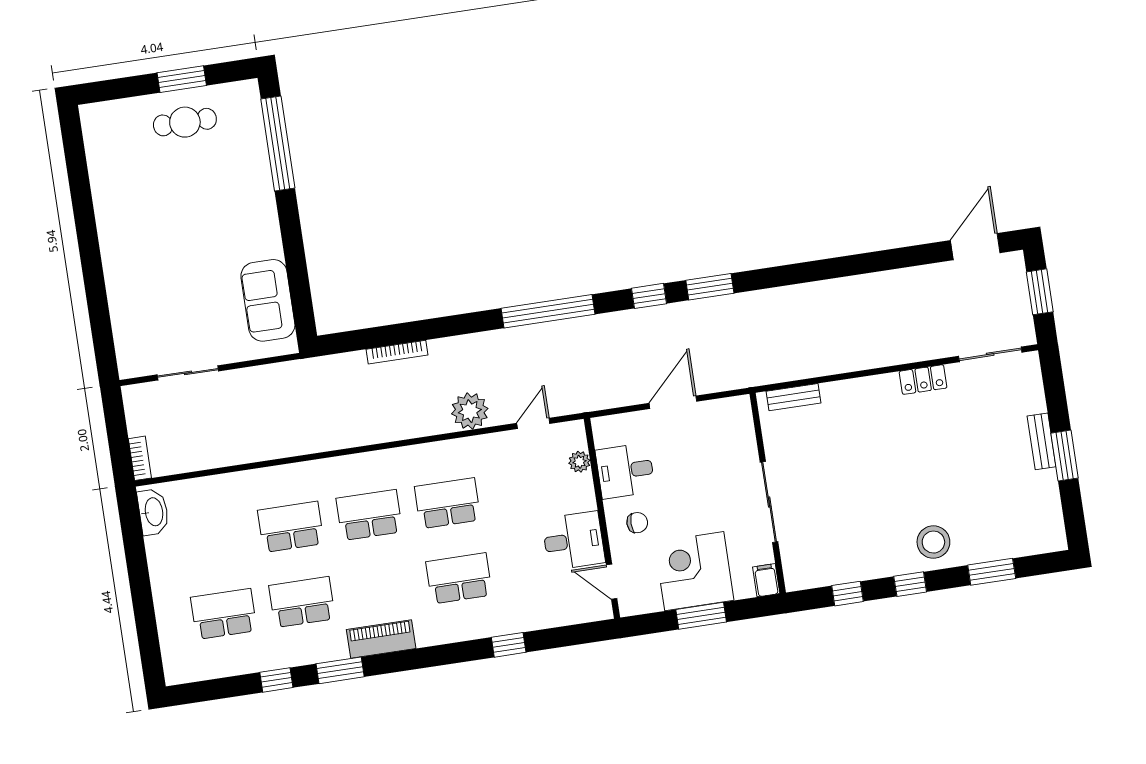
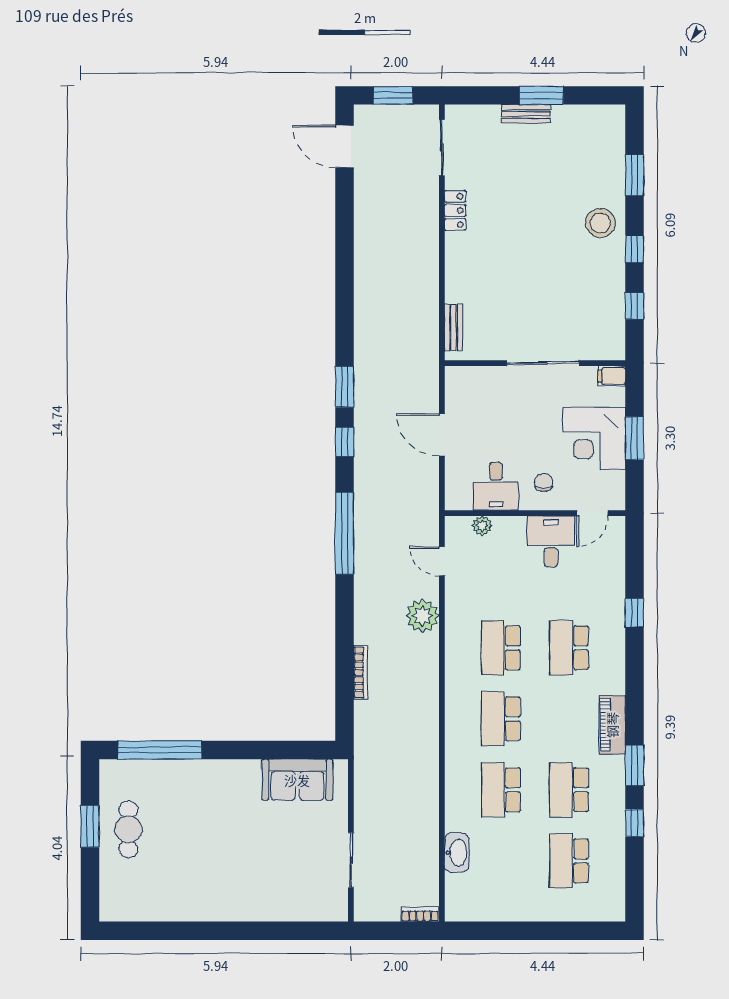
washbasin: (153, 512) -> (457, 853), moved, turned 90

